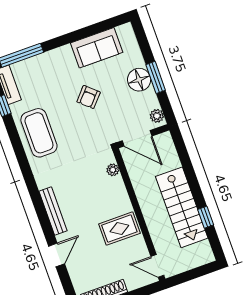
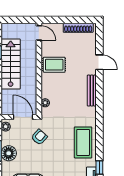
armchair: (89, 97) -> (39, 137), moved
door: (57, 255) -> (99, 62), swing flipped

